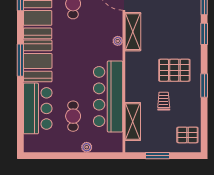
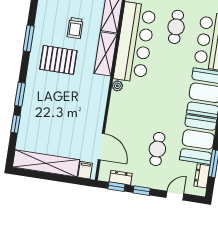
shelving: (133, 32) -> (105, 54), moved
plant: (118, 41) -> (117, 86), moved

